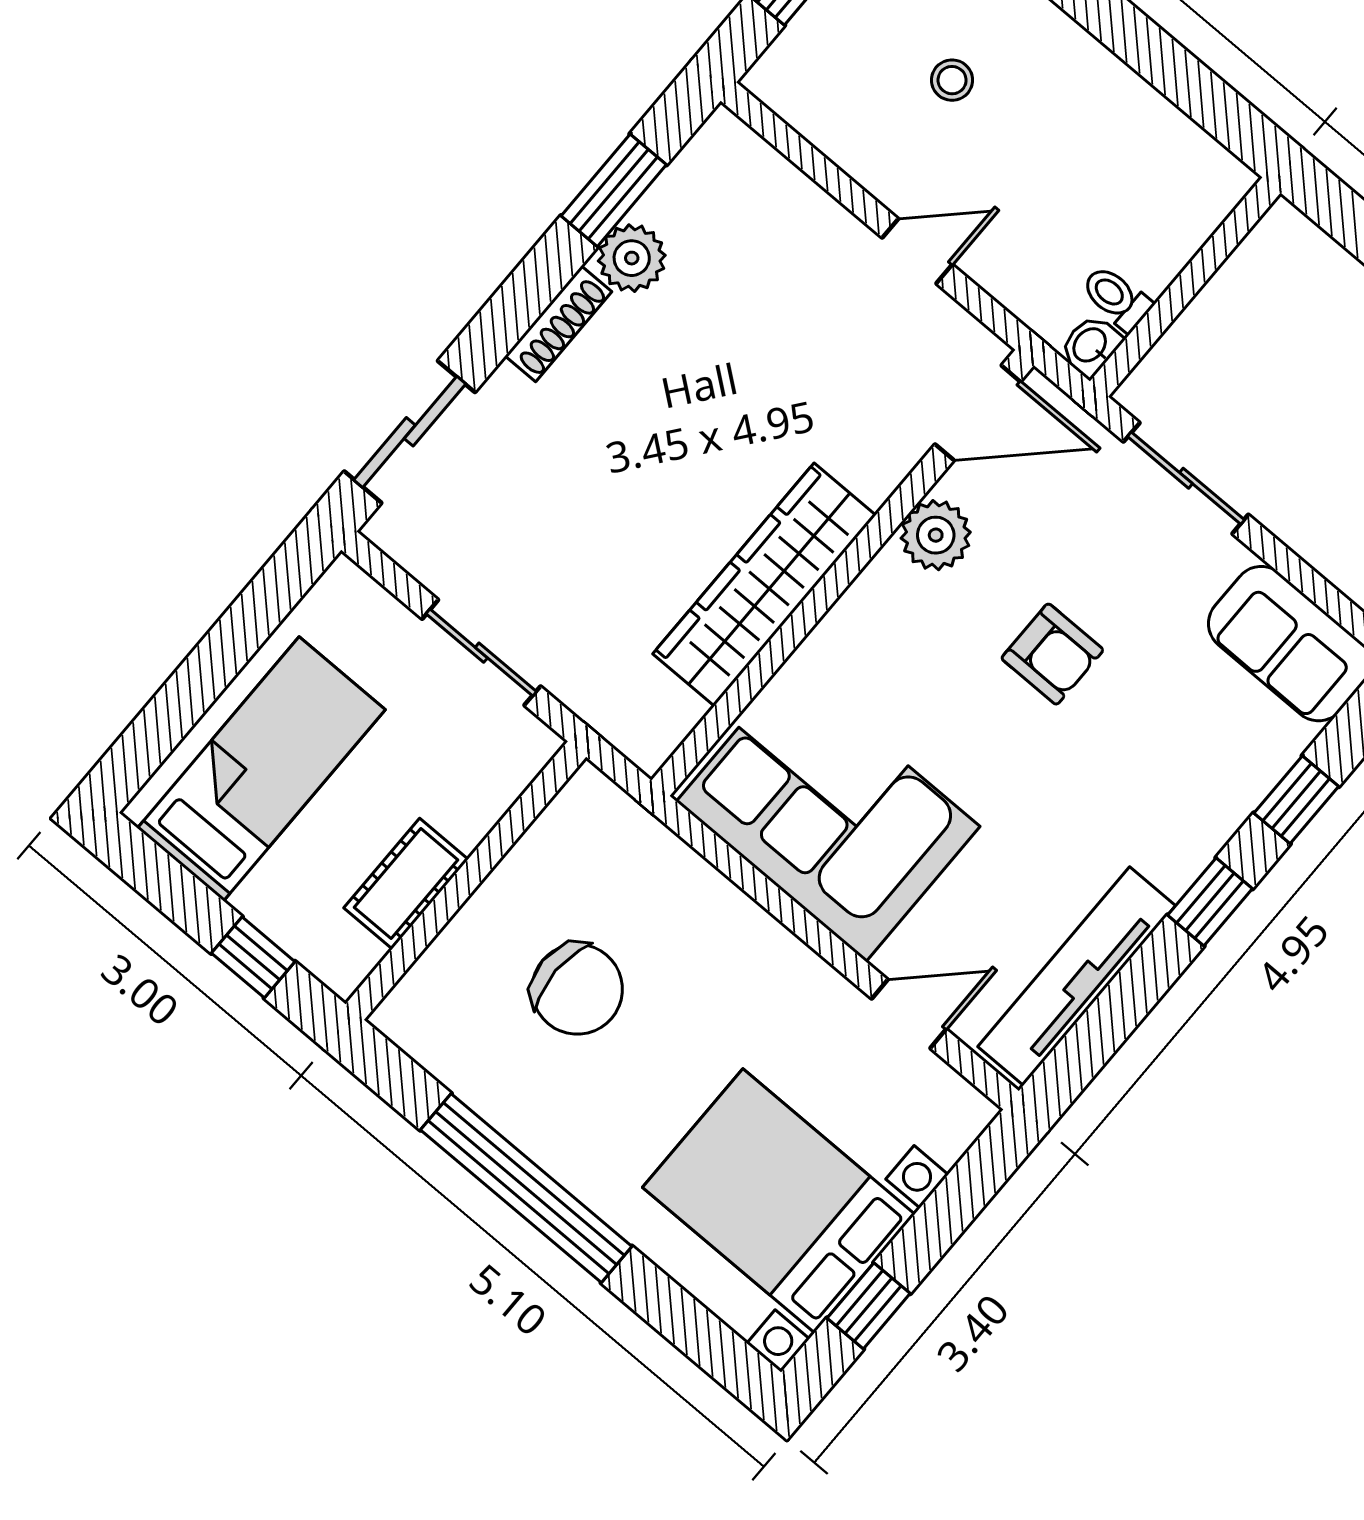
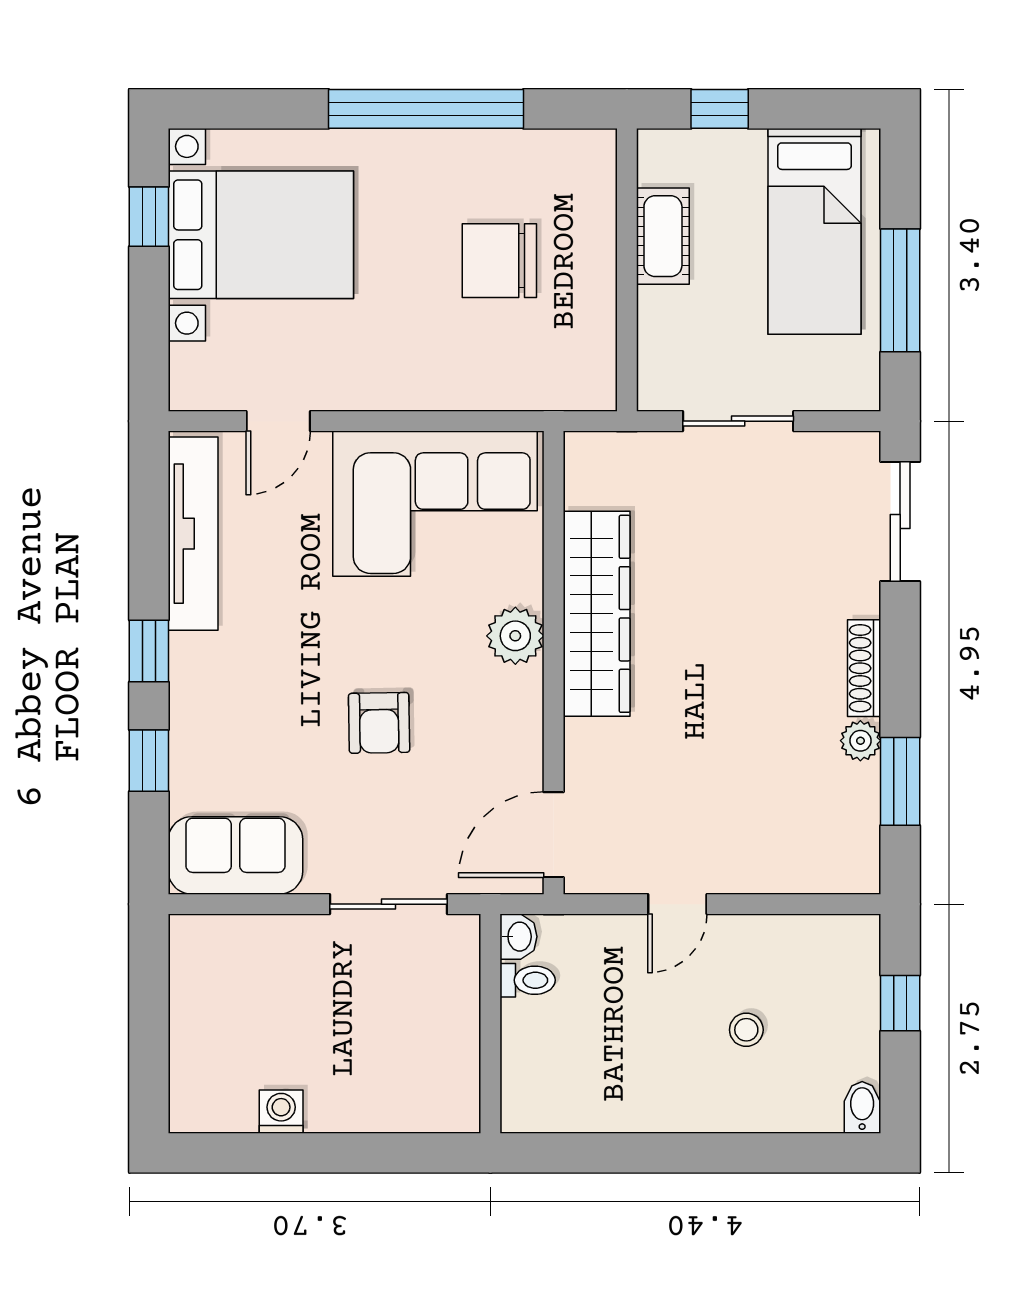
plant: (632, 258) -> (860, 741), width x0.73, depth x0.73
plant: (936, 535) -> (515, 636), moved
window: (228, 647) -> (900, 290), added
armchair: (1052, 654) -> (379, 723), turned -91

